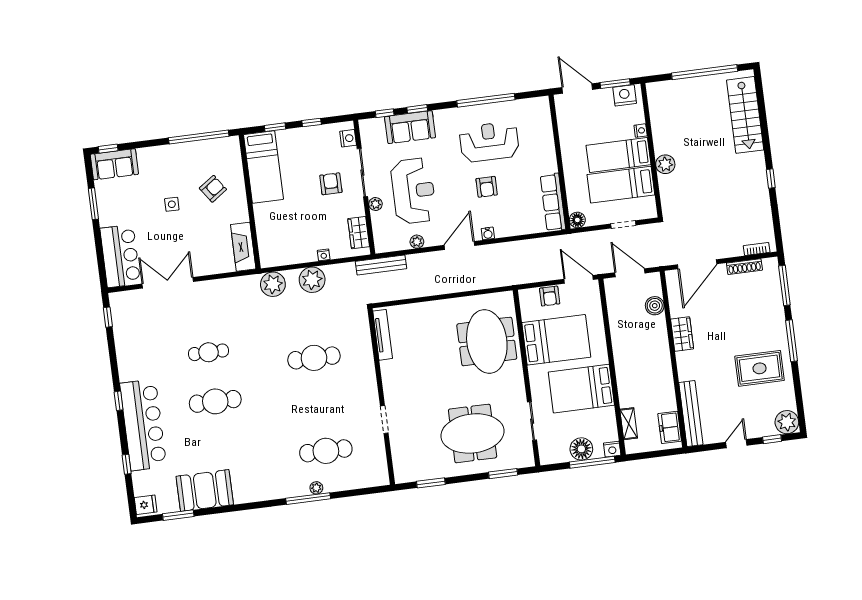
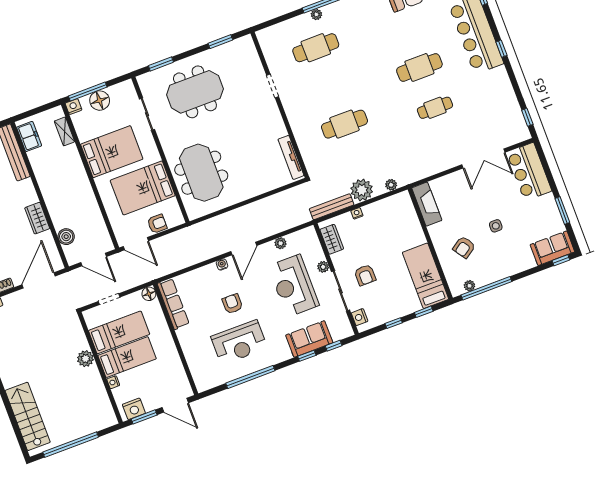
plant: (217, 144) -> (469, 286), added
bench: (381, 265) -> (332, 207), moved
plant: (273, 284) -> (391, 185), width x0.53, depth x0.53
armchair: (550, 296) -> (157, 224), turned 90

